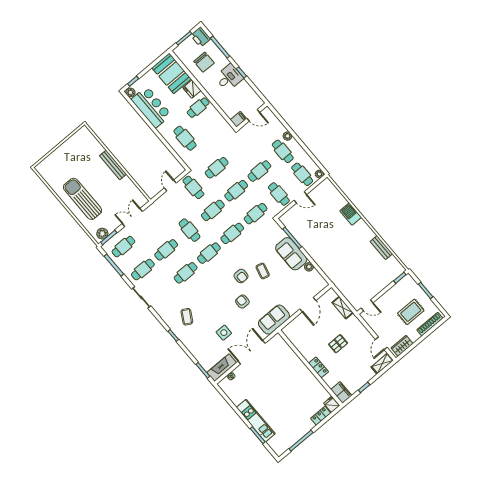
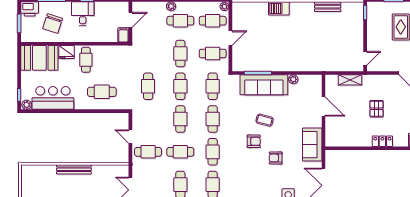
chair: (204, 62) -> (53, 23), turned 108
cafe table: (193, 187) -> (148, 152), moved
sofa: (291, 254) -> (264, 85), width x1.36

